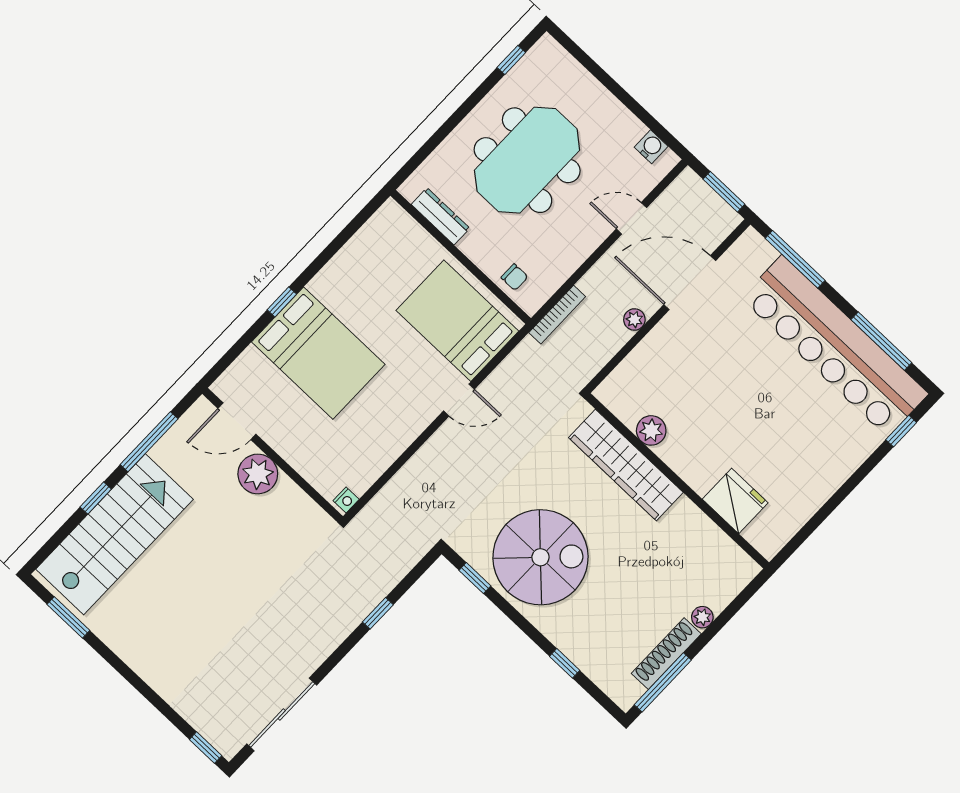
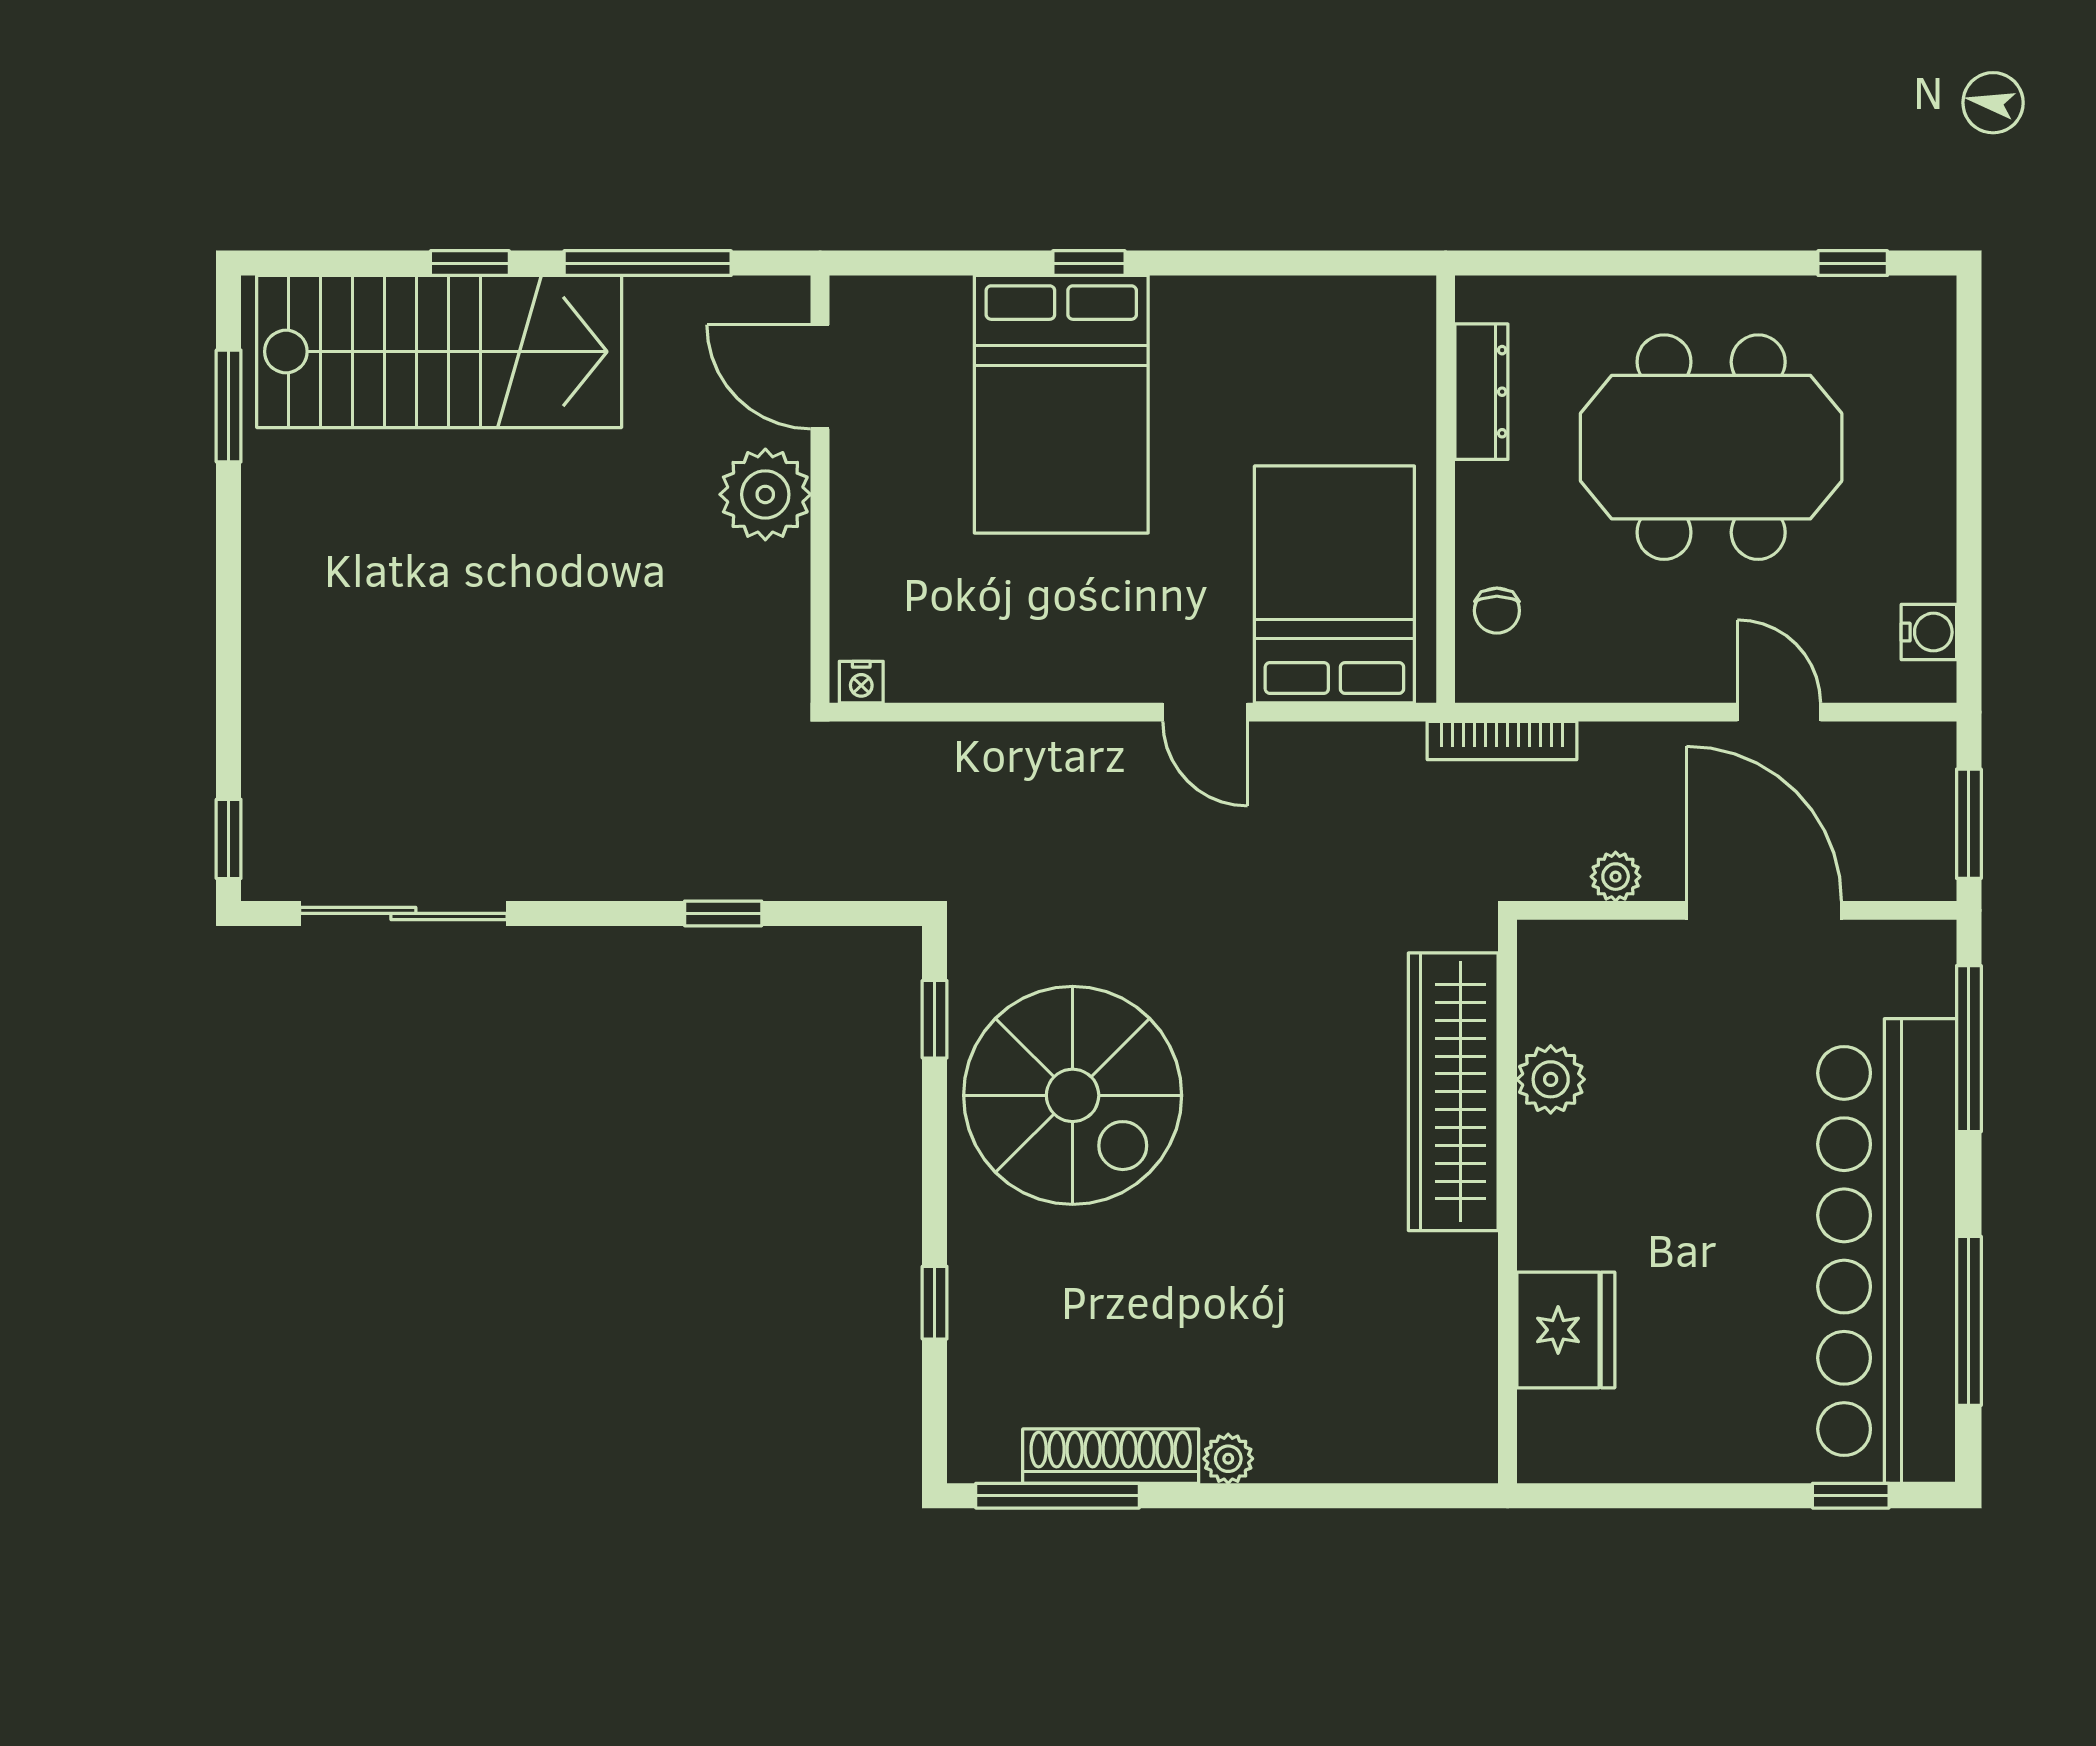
plant: (651, 430) -> (1551, 1079), moved
wardrobe: (626, 465) -> (1453, 1092), moved
wall: (677, 481) -> (1508, 1201), moved
fridge: (735, 501) -> (1566, 1330), moved

